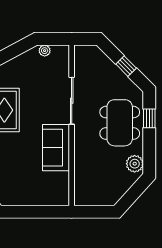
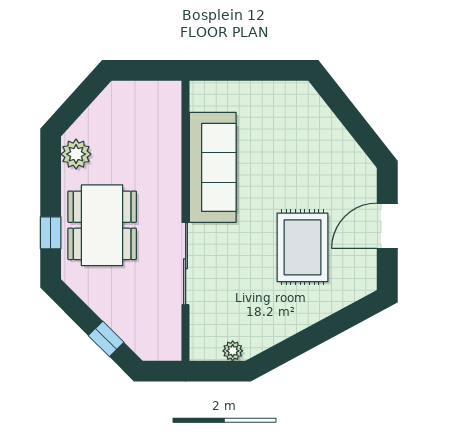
window: (126, 66) -> (106, 339), moved
sofa: (56, 148) -> (213, 167), width x1.36

